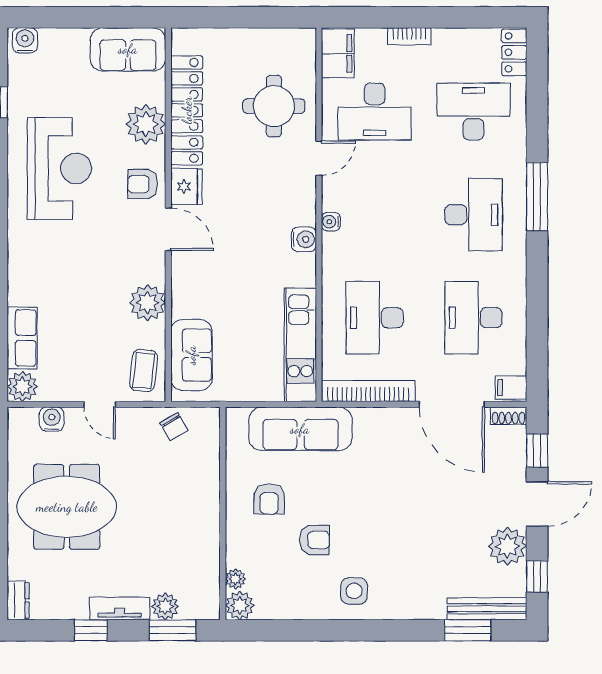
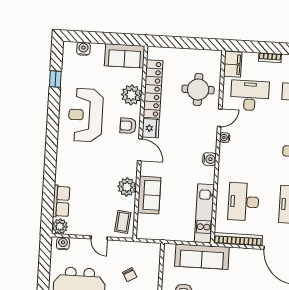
water cooler: (25, 40) -> (83, 49), moved
desk: (375, 112) -> (250, 95), turned 180
reception desk: (59, 168) -> (86, 115), turned 180
water cooler: (331, 222) -> (225, 138), moved
sofa: (191, 355) -> (149, 195), moved
water cooler: (52, 419) -> (63, 243), moved
chair: (174, 427) -> (130, 275), moved

